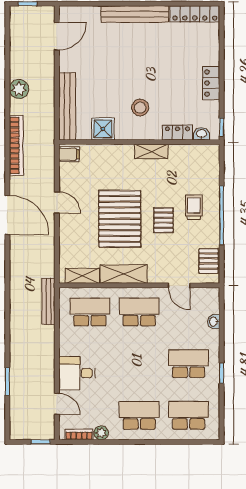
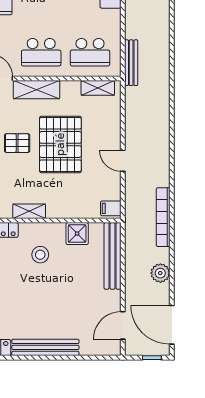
door: (7, 215) -> (172, 325), moved
pallet: (163, 220) -> (17, 143), turned 90
shelving: (124, 274) -> (36, 90), moved

